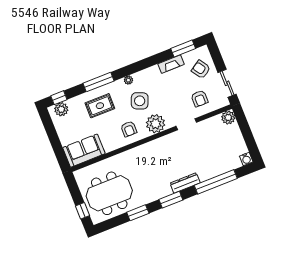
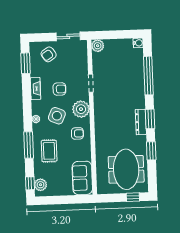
fireplace: (171, 64) -> (36, 89), moved
armchair: (200, 98) -> (59, 89), moved
dresser: (185, 183) -> (141, 122), moved

